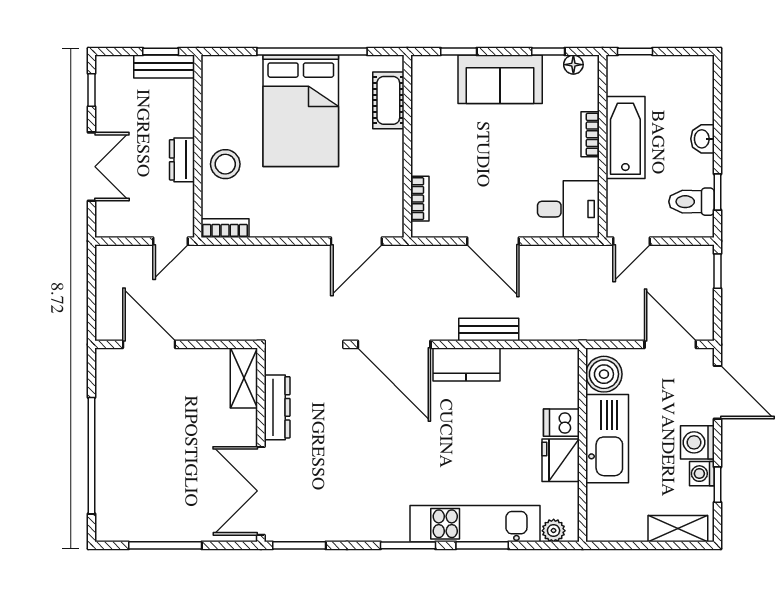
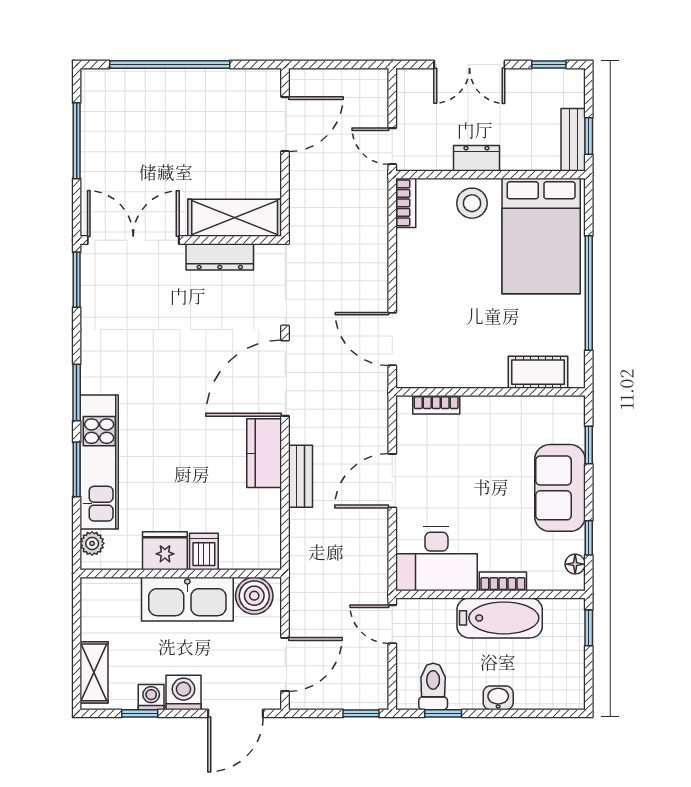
bed: (301, 111) -> (541, 236), moved, turned -90
desk: (568, 209) -> (436, 559), width x1.37
shelving: (244, 378) -> (235, 218), width x1.50, depth x1.33

